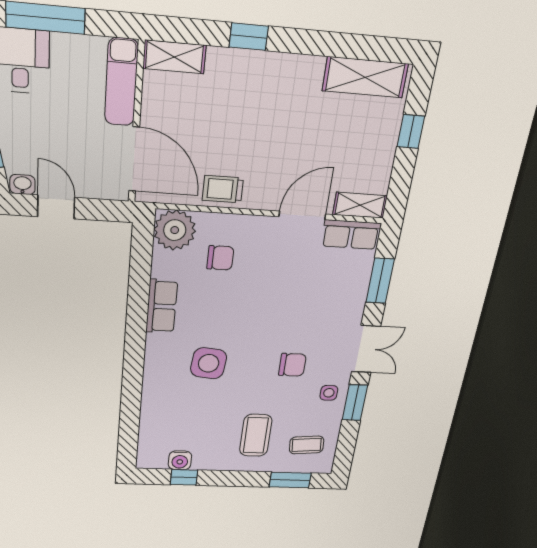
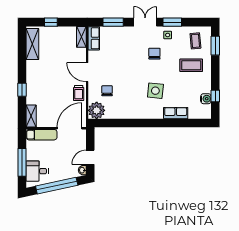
door: (302, 215) -> (87, 72), moved
row of seats: (162, 306) -> (176, 113), moved

